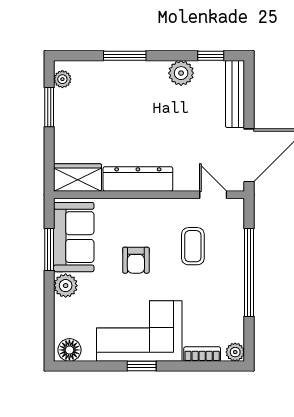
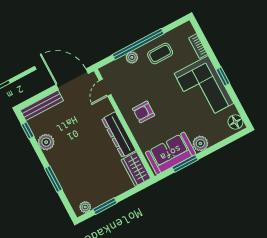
coffee table: (193, 246) -> (160, 53), moved
armchair: (136, 260) -> (144, 112), moved, turned 180
plant: (235, 352) -> (132, 57), moved

